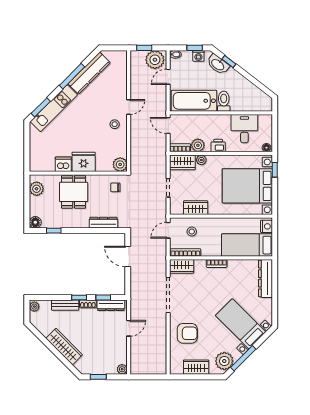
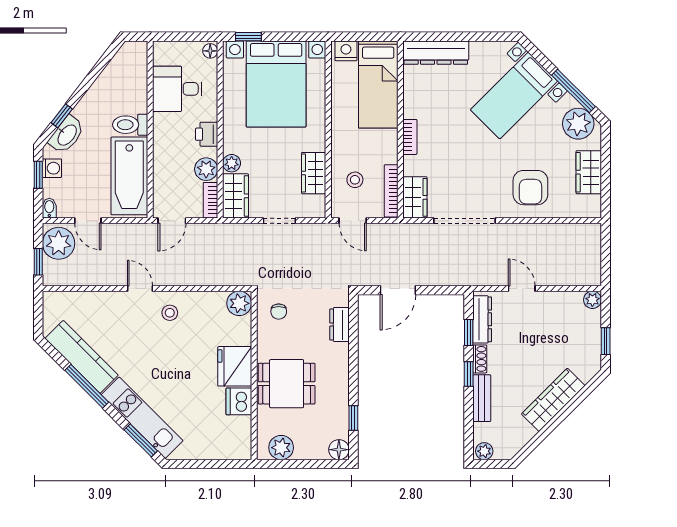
dresser: (103, 223) -> (339, 325), width x0.70
armchair: (187, 333) -> (530, 188), turned 180

